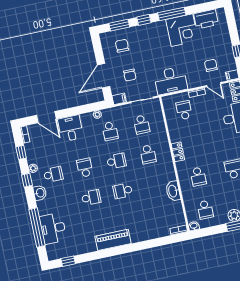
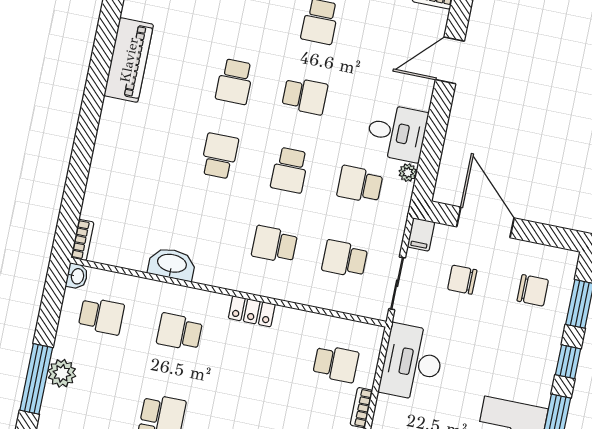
desk: (71, 128) -> (397, 133), moved
school desk: (205, 210) -> (101, 316), turned 180
piano: (113, 240) -> (129, 60), moved

